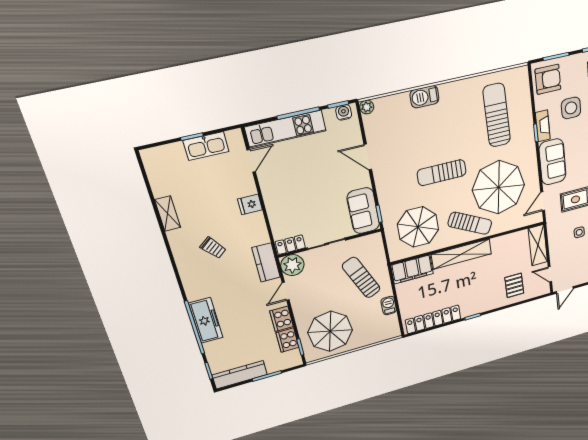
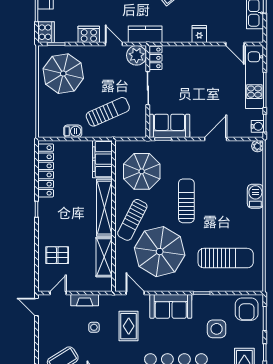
fireplace: (543, 126) -> (85, 300), moved
shelving: (538, 245) -> (104, 257), moved, turned 90
cooker: (287, 340) -> (46, 32), moved, turned 90

